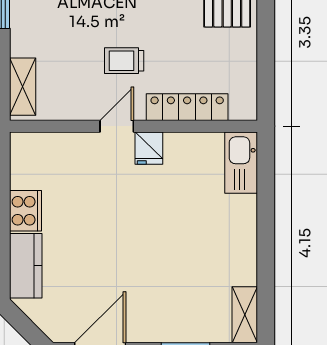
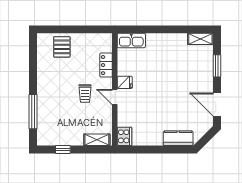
locker: (187, 107) -> (106, 65), width x0.66
cooker: (26, 211) -> (124, 136), moved, turned 90

